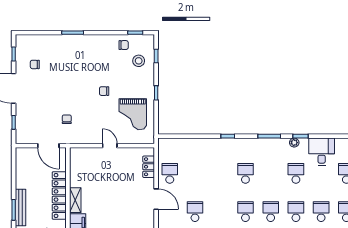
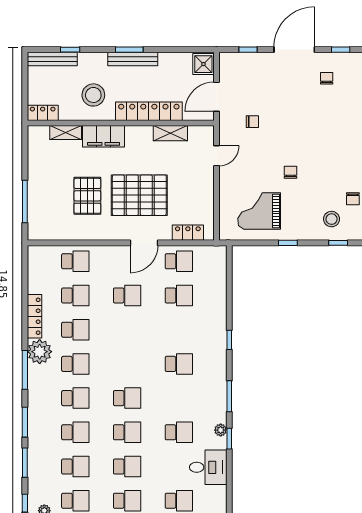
door: (110, 146) -> (217, 156), moved
shower: (24, 155) -> (203, 64), added
shelving: (75, 200) -> (170, 133), moved
pallet: (121, 203) -> (139, 195), added
school desk: (245, 212) -> (179, 295), moved

